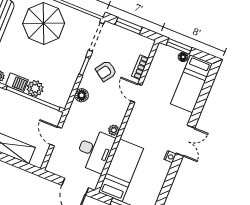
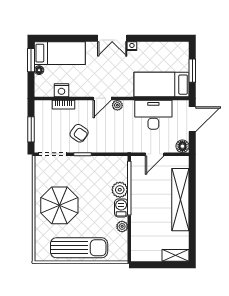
window: (179, 46) -> (31, 60), moved
nightstand: (155, 71) -> (61, 90), added
door: (136, 93) -> (102, 98), moved
floor lamp: (82, 95) -> (182, 146), moved
plant: (114, 130) -> (117, 105), moved
double door: (185, 141) -> (112, 38), swing flipped

